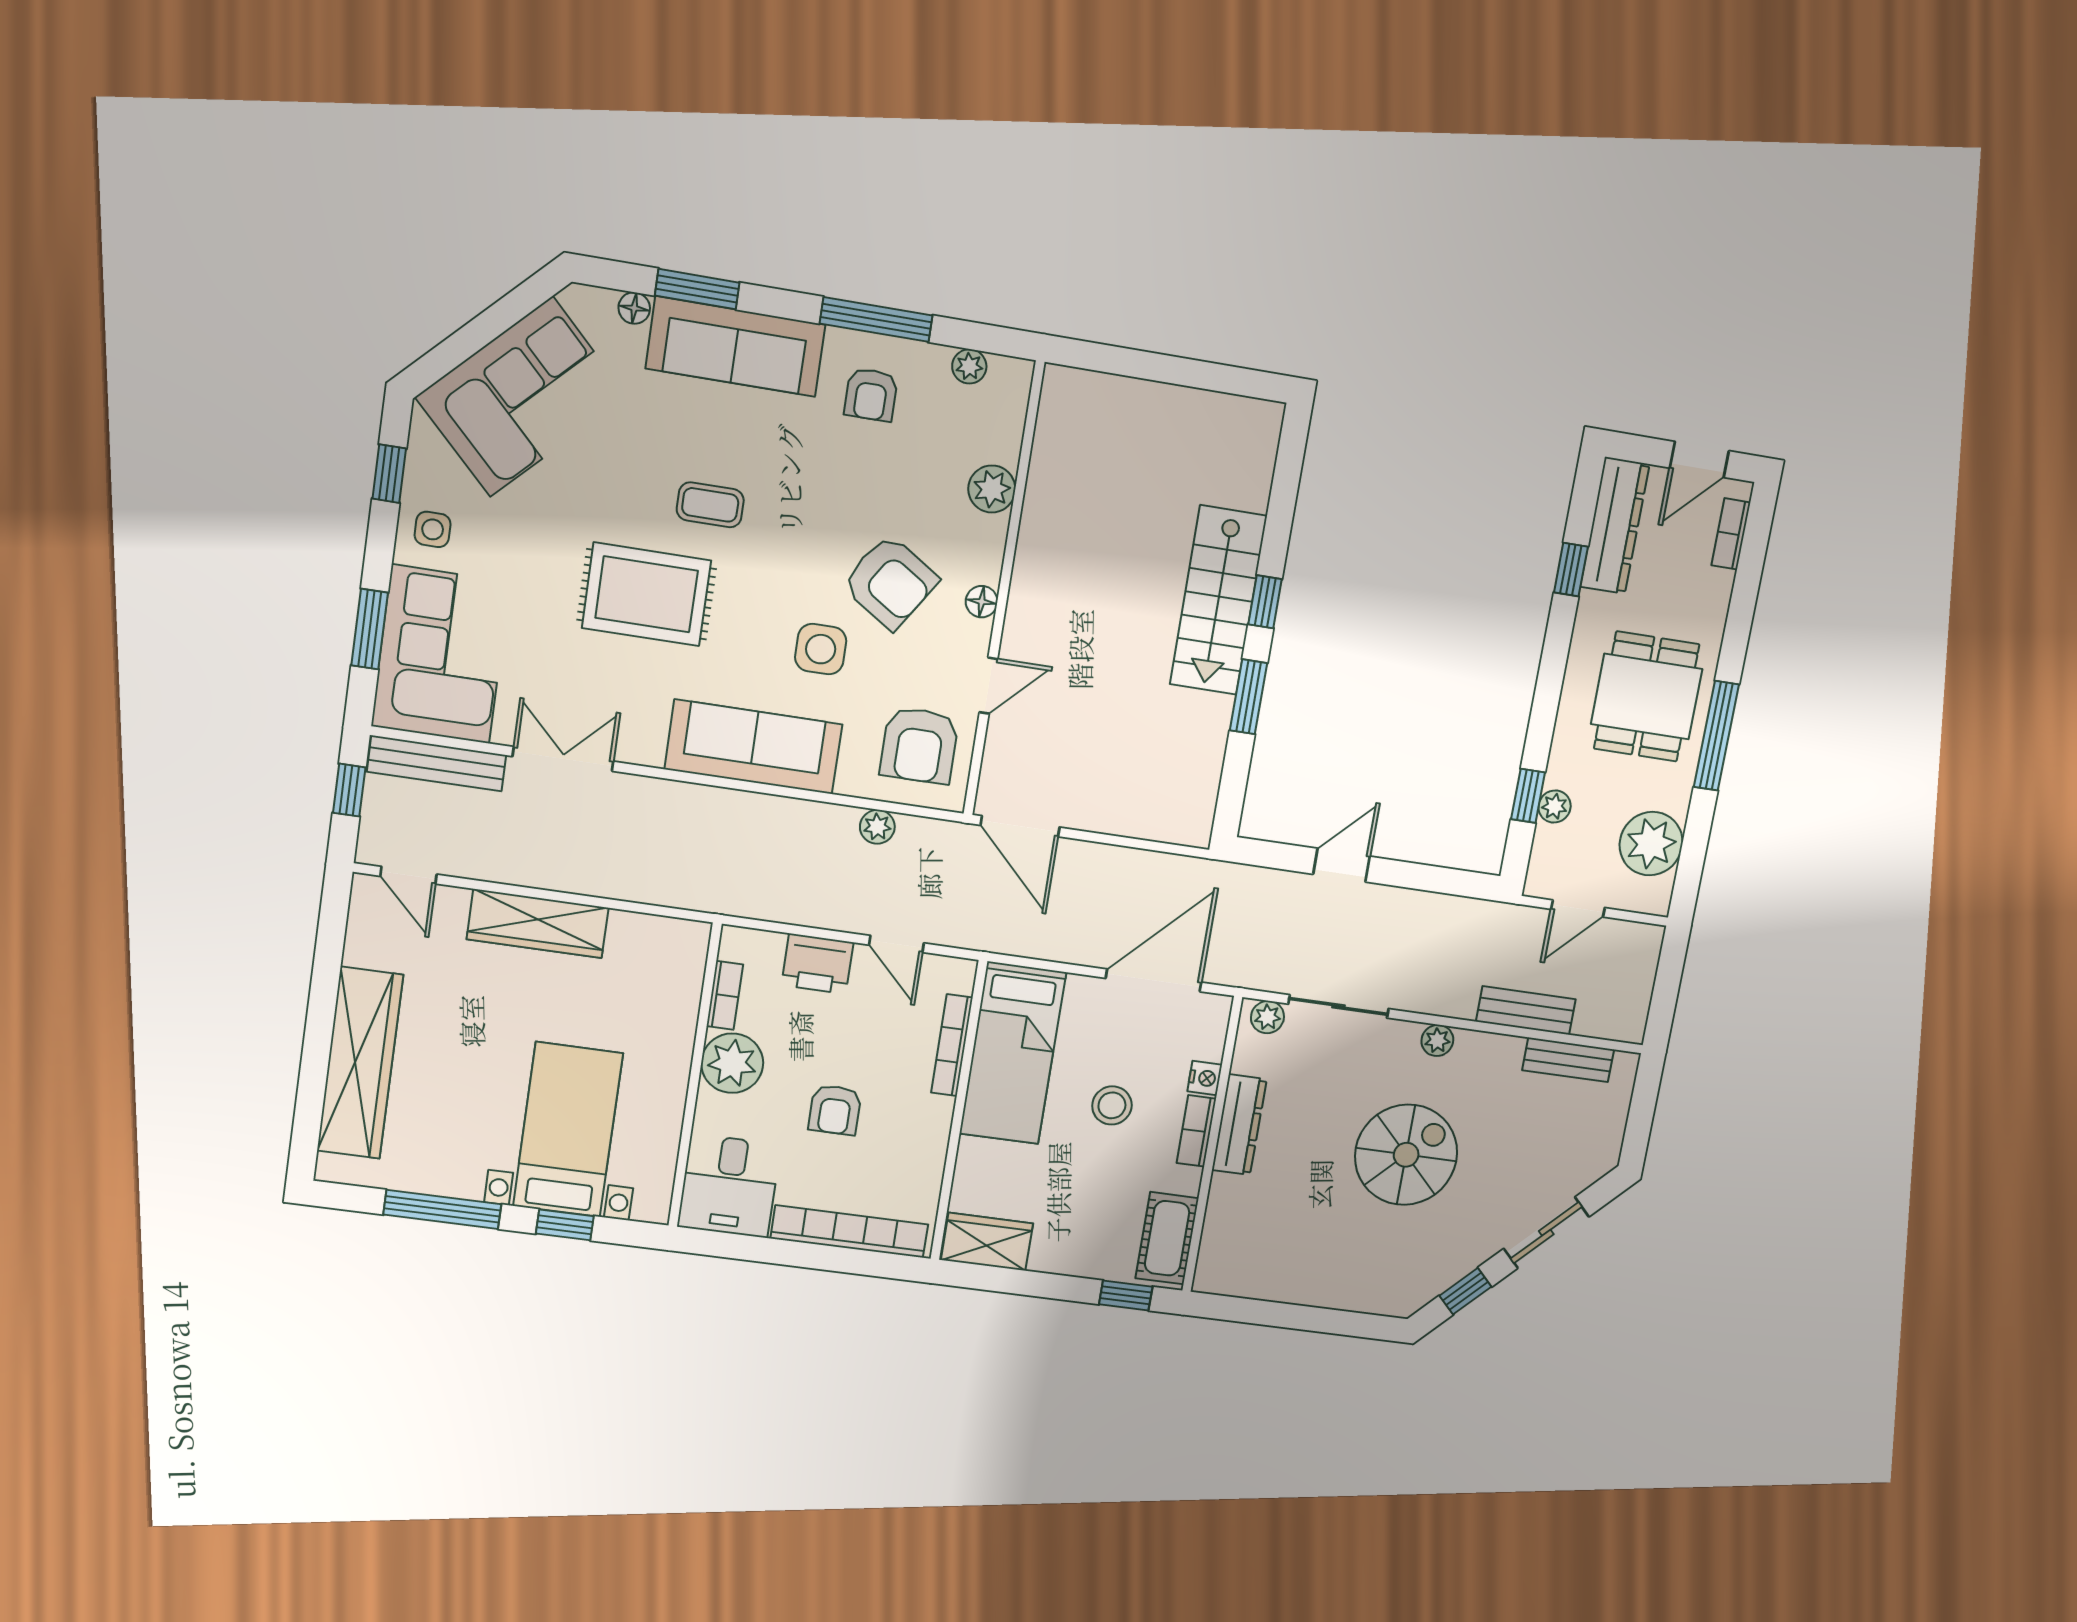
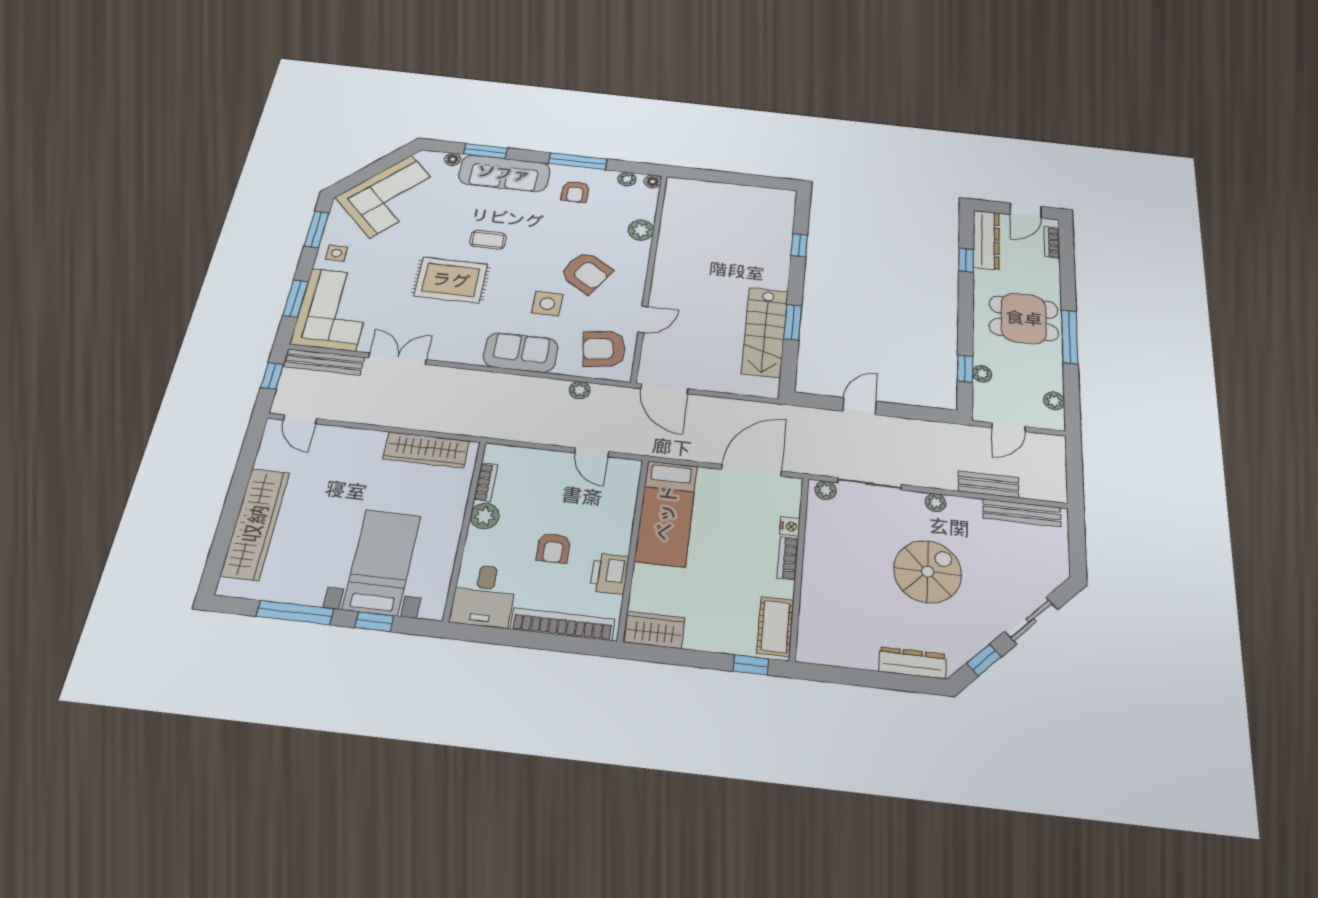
window: (389, 474) -> (317, 229), width x1.50
stairs: (1218, 600) -> (765, 332), moved
floor lamp: (982, 602) -> (653, 182), moved
window: (1265, 602) -> (799, 245), moved
dining table: (1647, 697) -> (1024, 318), turned 90
armchair: (919, 745) -> (604, 349), turned 82
sofa: (754, 747) -> (521, 352), width x0.73
plant: (1651, 844) -> (1054, 401), width x0.53, depth x0.53
wardrobe: (538, 924) -> (426, 450), moved
printer: (817, 964) -> (609, 574), moved, turned 90
bookcase: (952, 1045) -> (628, 509), removed
bench: (1568, 1060) -> (1022, 513), width x1.36
plant: (732, 1063) -> (485, 516), width x0.73, depth x0.73
stool: (1112, 1105) -> (732, 543), removed
dresser: (1239, 1125) -> (912, 663), moved, turned -90

